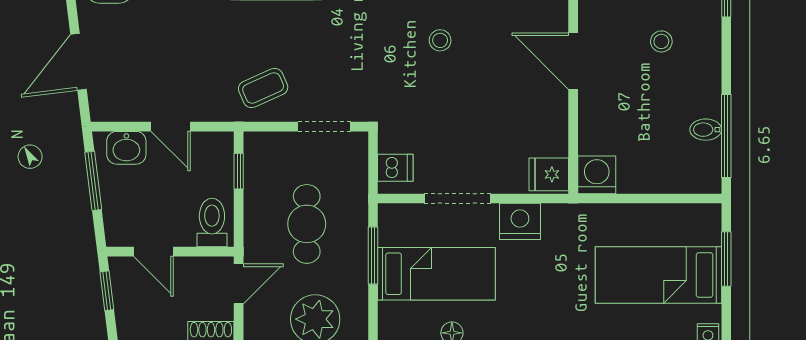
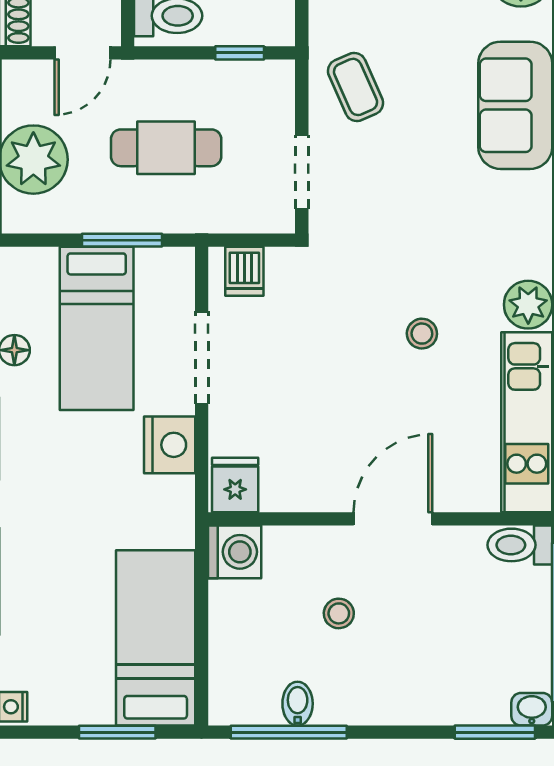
stool: (661, 41) -> (339, 613), moved
bed: (658, 275) -> (156, 638), moved
door: (239, 284) -> (83, 53), hinge flipped

